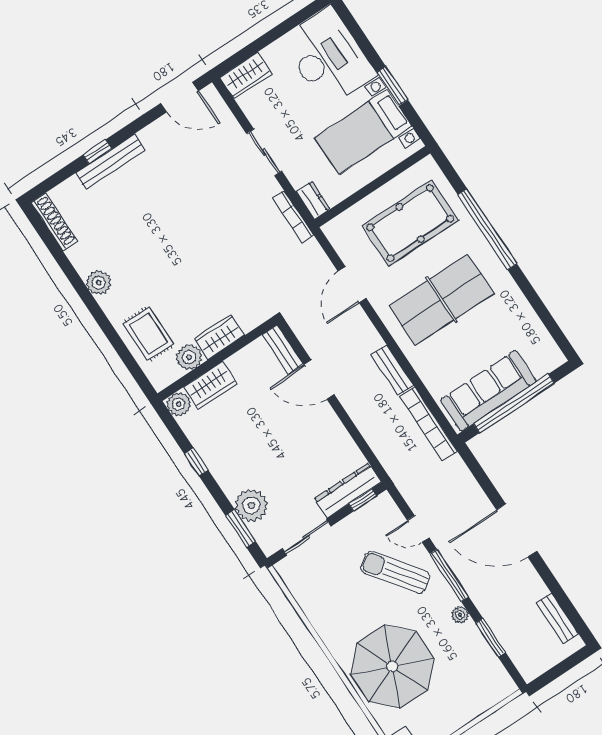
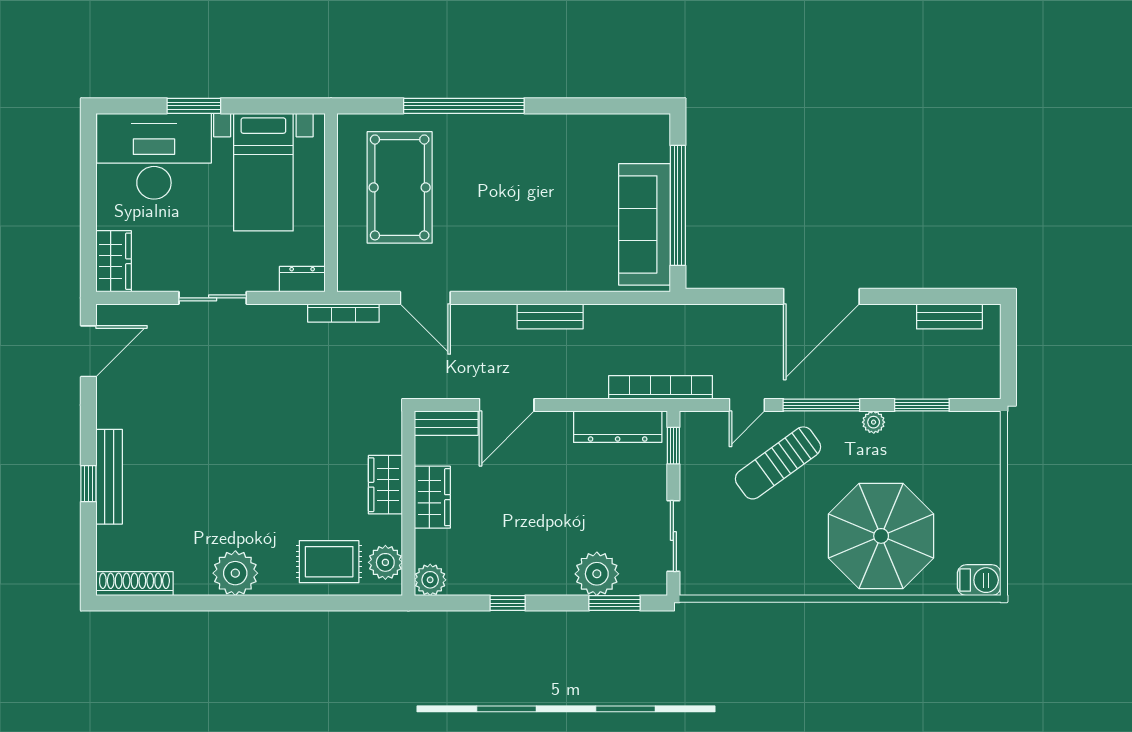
window: (392, 86) -> (194, 106), moved
bookcase: (293, 217) -> (343, 313), moved
plant: (99, 283) -> (235, 573), width x1.36, depth x1.36
table tennis table: (441, 300) -> (508, 209), removed
plant: (189, 357) -> (385, 562), moved
wardrobe: (210, 385) -> (432, 497), moved
bookcase: (429, 424) -> (661, 387), moved, turned 180
dresser: (348, 490) -> (618, 427), moved, turned -90

